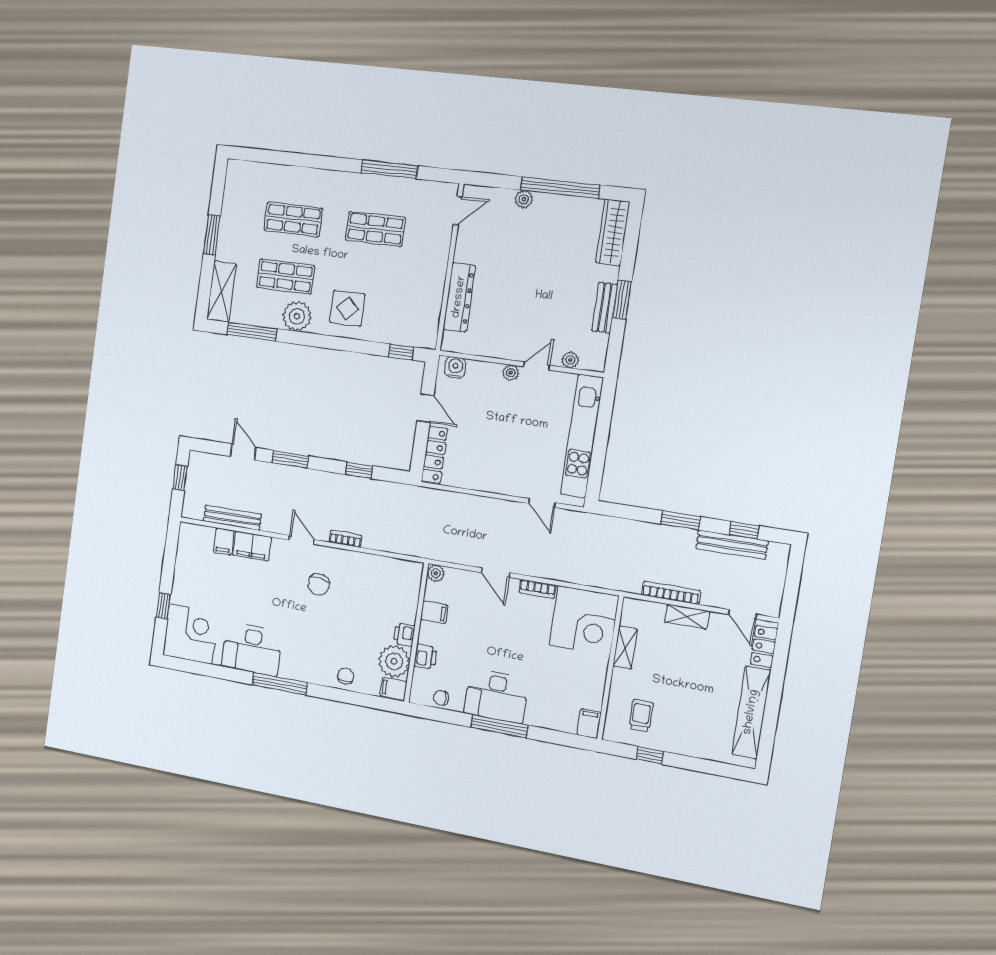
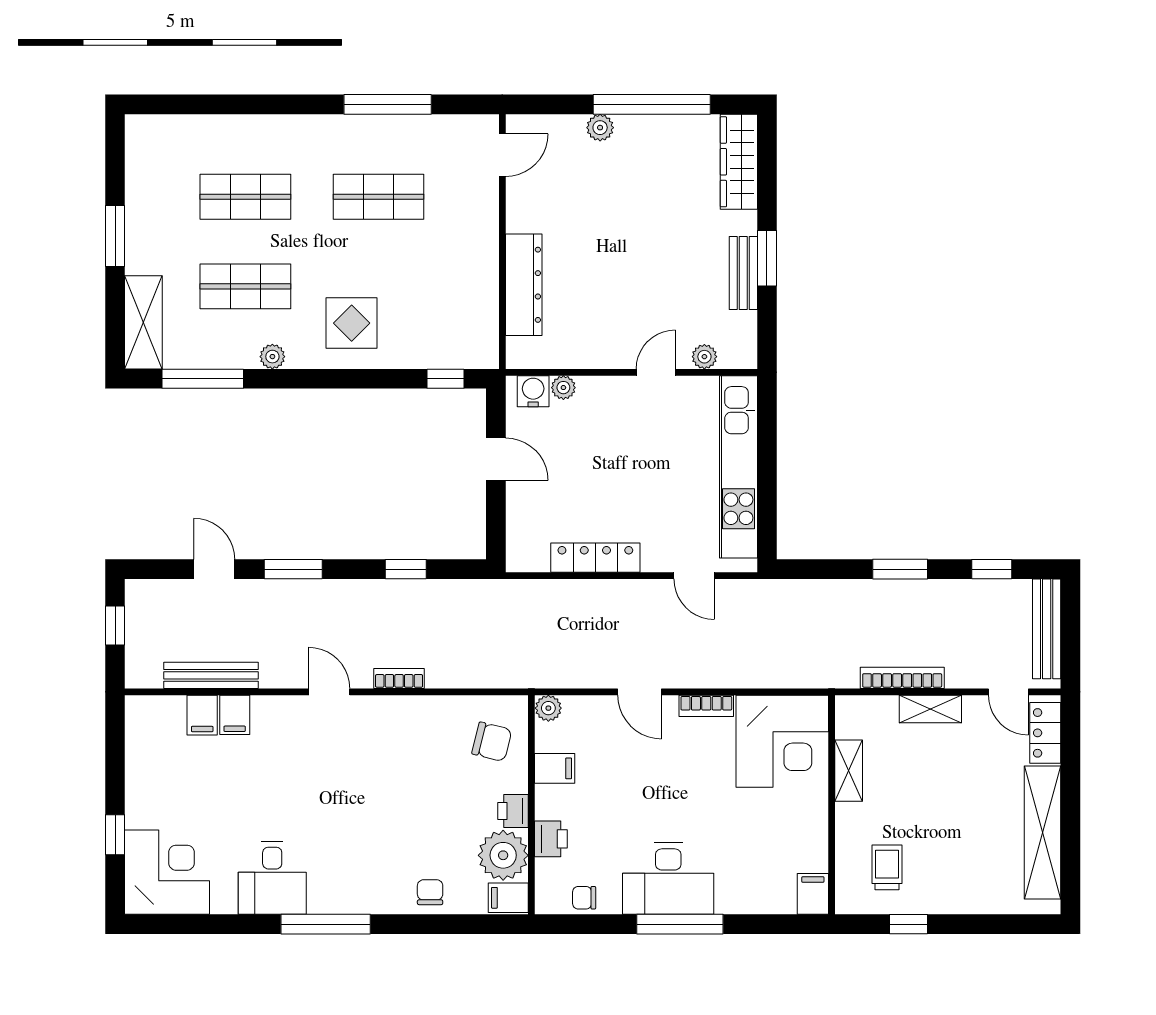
plant: (297, 316) -> (272, 357), width x0.53, depth x0.53
plant: (511, 373) -> (563, 388), moved
locker: (435, 455) -> (595, 558), moved, turned -90
bench: (732, 545) -> (1047, 629), moved, turned 90
filing cabinet: (252, 546) -> (235, 715), width x0.50
chair: (319, 584) -> (492, 742), moved, turned -84
desk: (252, 649) -> (272, 878), width x0.73

